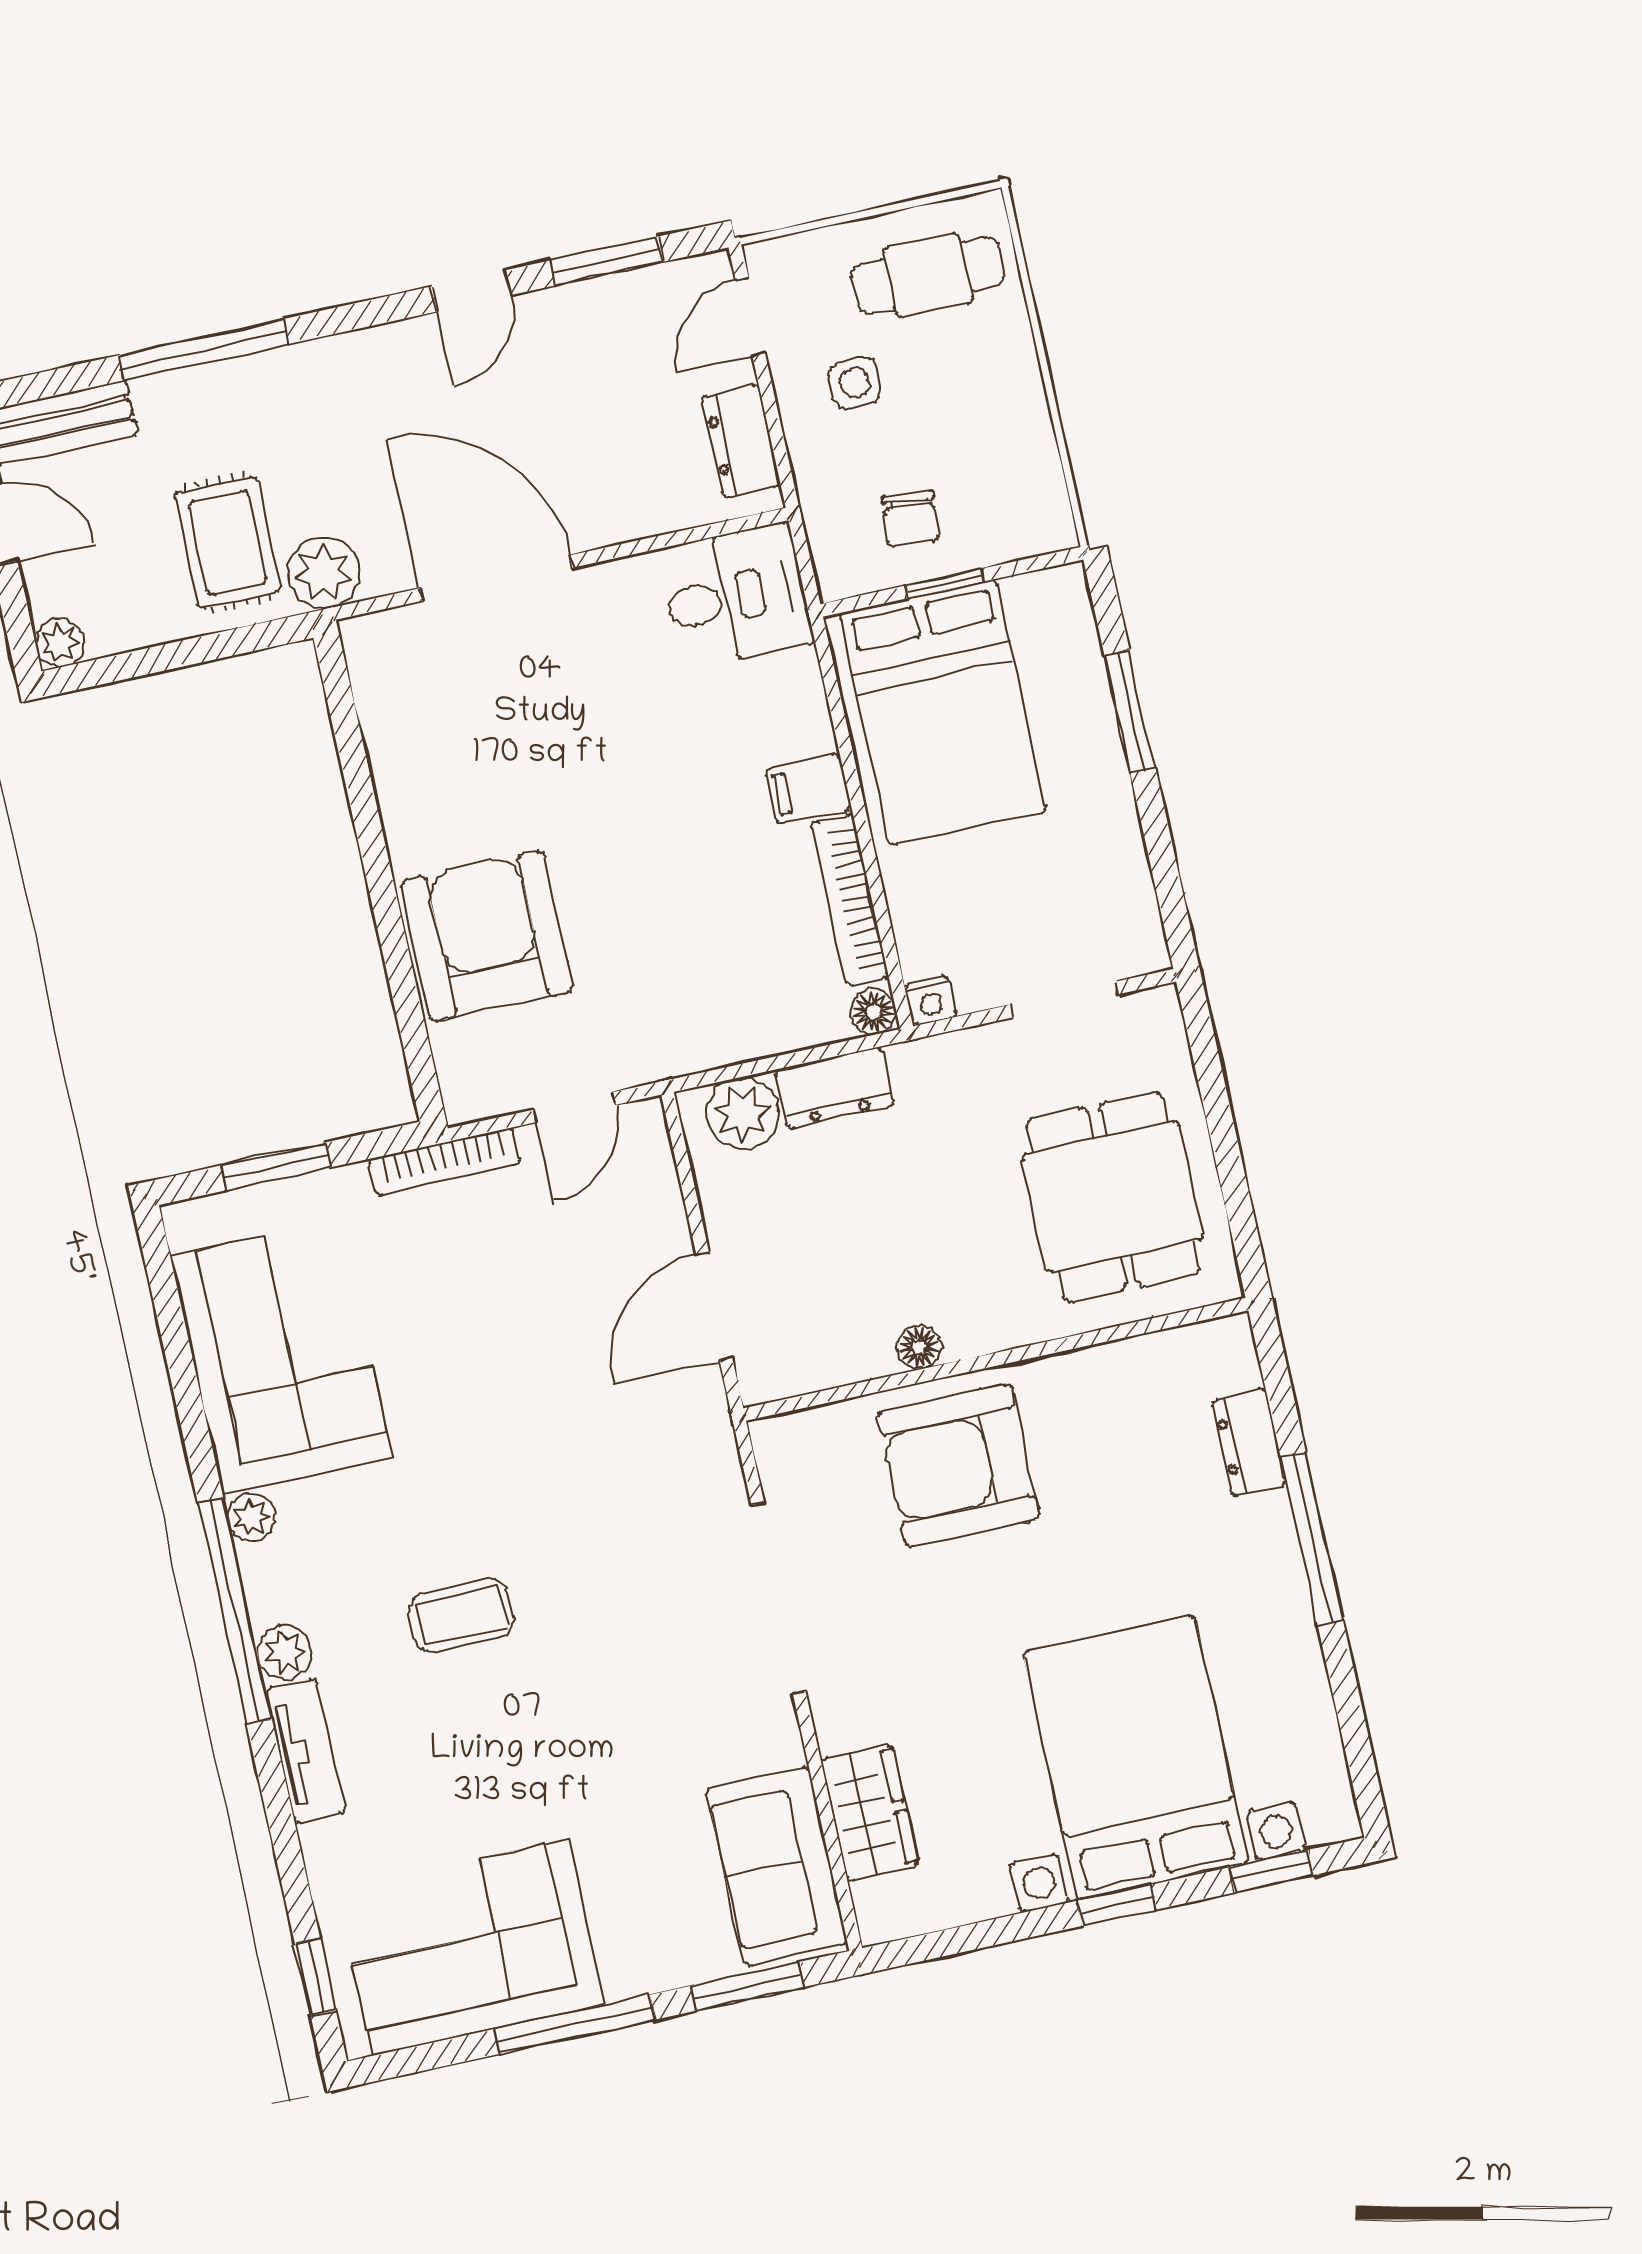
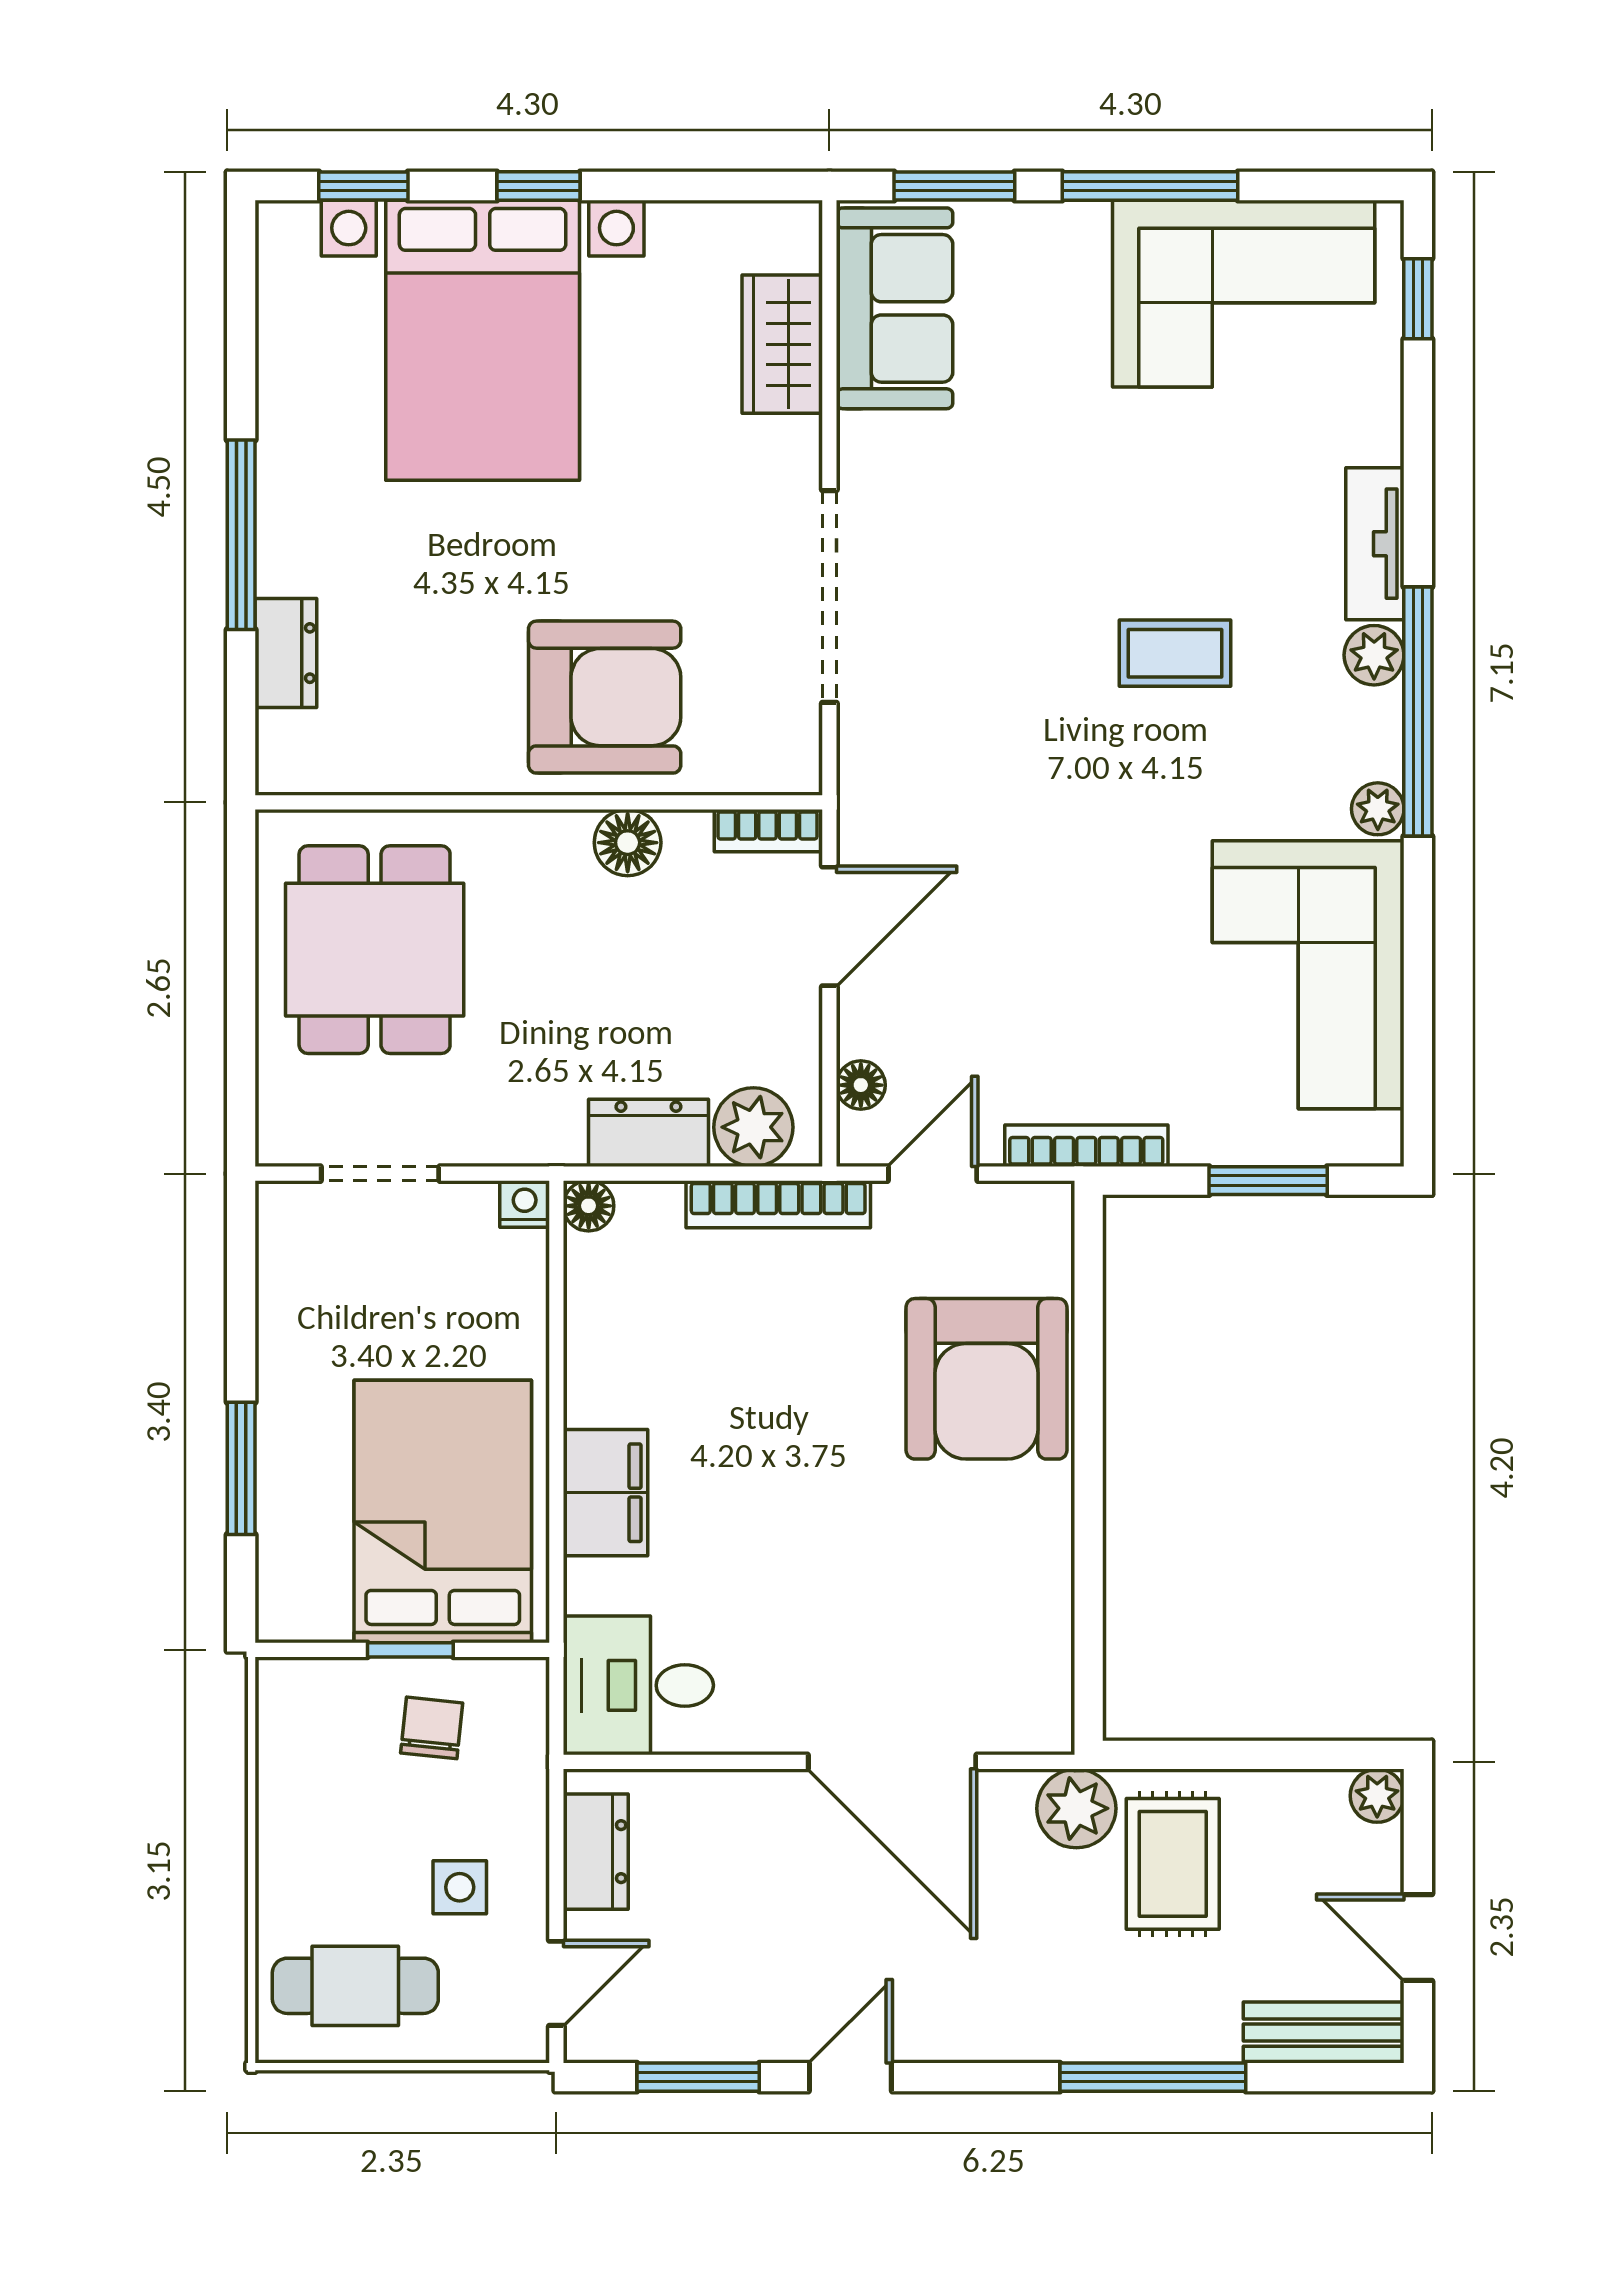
filing cabinet: (809, 789) -> (606, 1493), width x2.00
bookcase: (850, 900) -> (778, 1204), moved, turned 90
floor lamp: (656, 1172) -> (861, 1085), added
floor lamp: (919, 1347) -> (628, 843), width x1.37, depth x1.37
bookcase: (788, 1379) -> (767, 831), added

